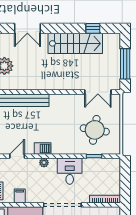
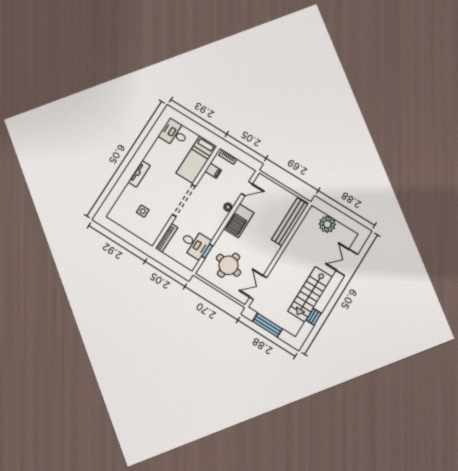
barbecue: (43, 149) -> (239, 221), width x1.88, depth x1.53
door: (17, 156) -> (247, 189), hinge flipped
desk: (70, 171) -> (195, 244), moved

